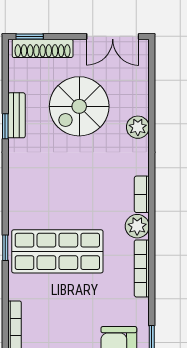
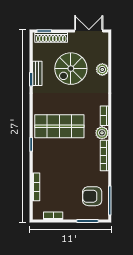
double door: (113, 36) -> (89, 31), swing flipped
plant: (138, 127) -> (102, 69), moved
shop shelf: (57, 251) -> (59, 126), moved

